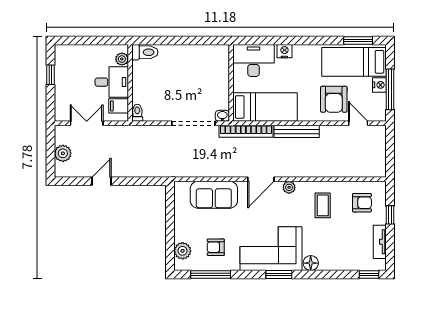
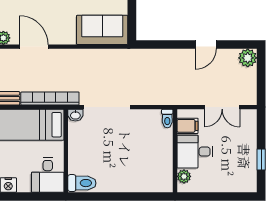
toilet: (145, 52) -> (82, 183), moved, turned 180
desk: (254, 60) -> (48, 175), width x0.73
plant: (63, 153) -> (248, 58), moved
door: (261, 179) -> (34, 47), hinge flipped
sofa: (214, 195) -> (102, 30), moved

